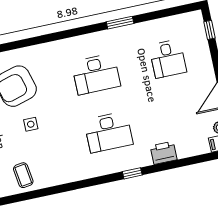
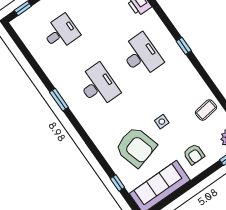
window: (120, 23) -> (59, 100), moved
window: (132, 173) -> (184, 46), moved

